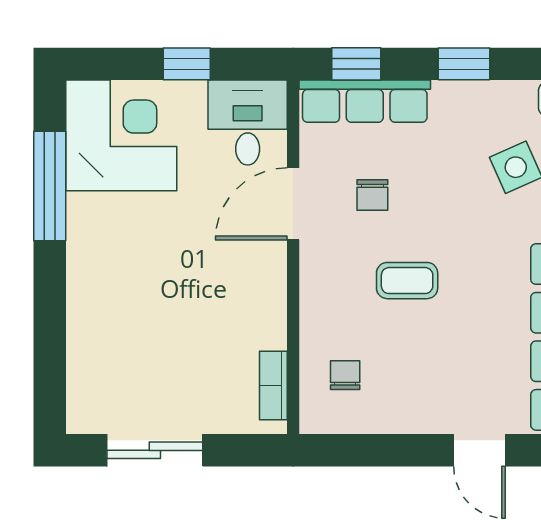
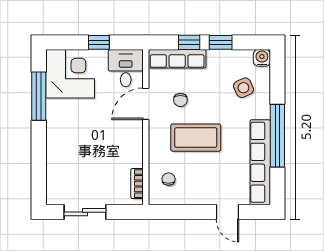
window: (356, 64) -> (189, 42), moved
coffee table: (407, 281) -> (196, 138), width x1.86, depth x1.72

